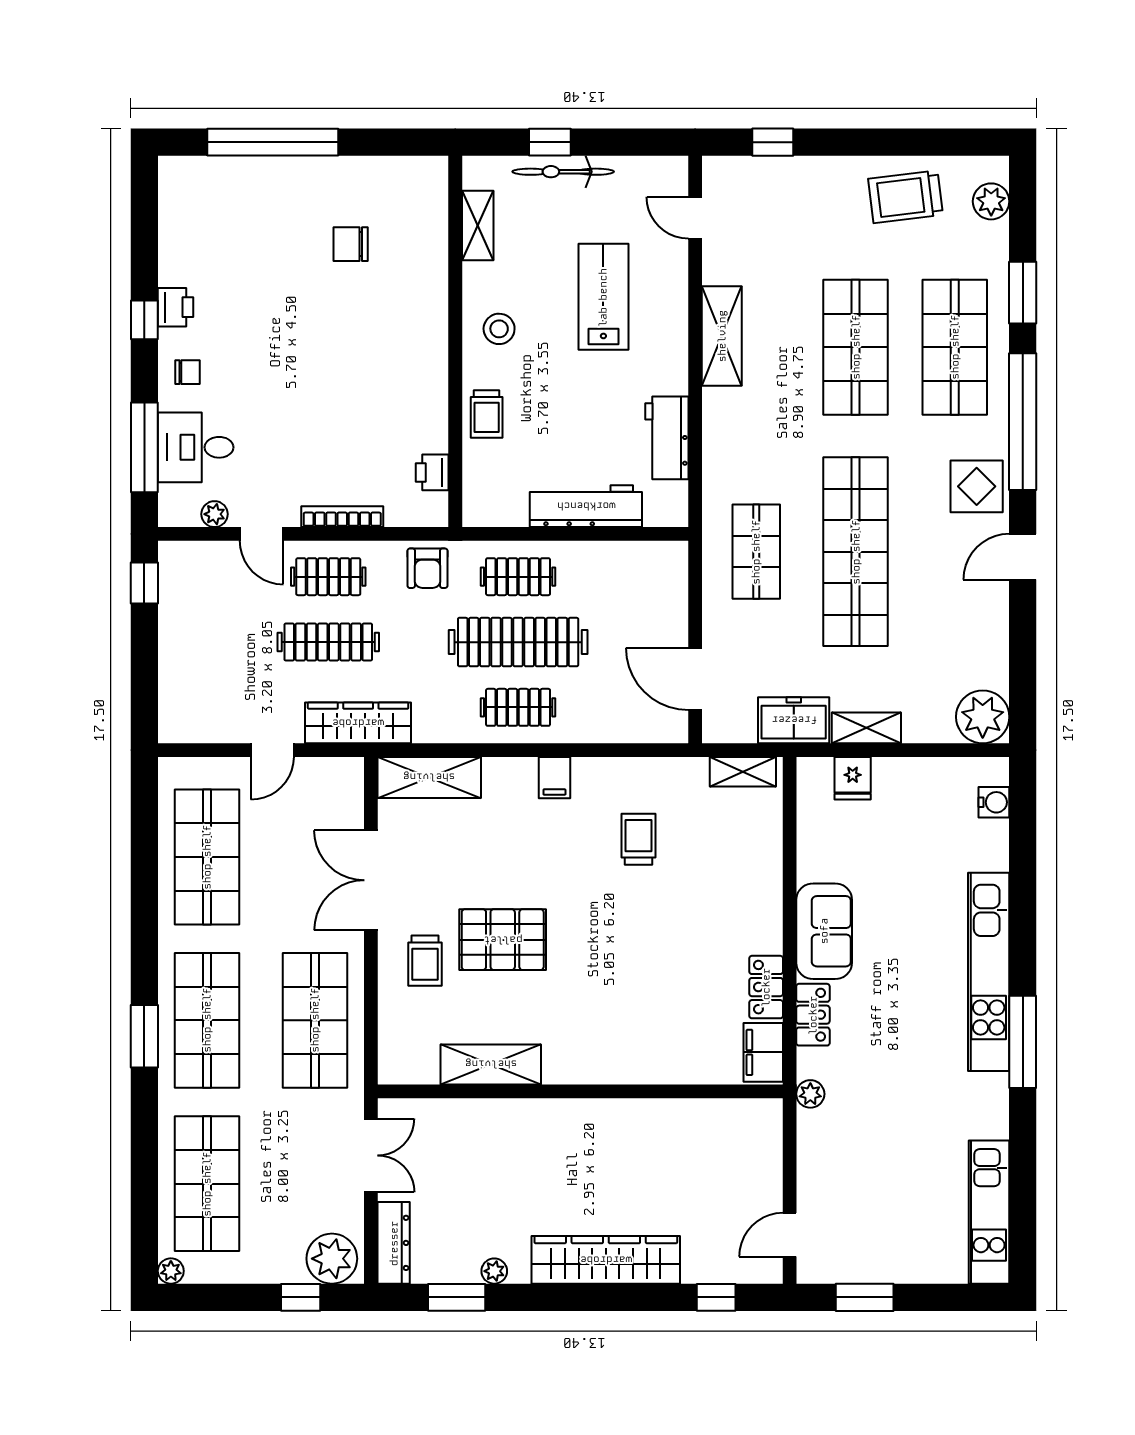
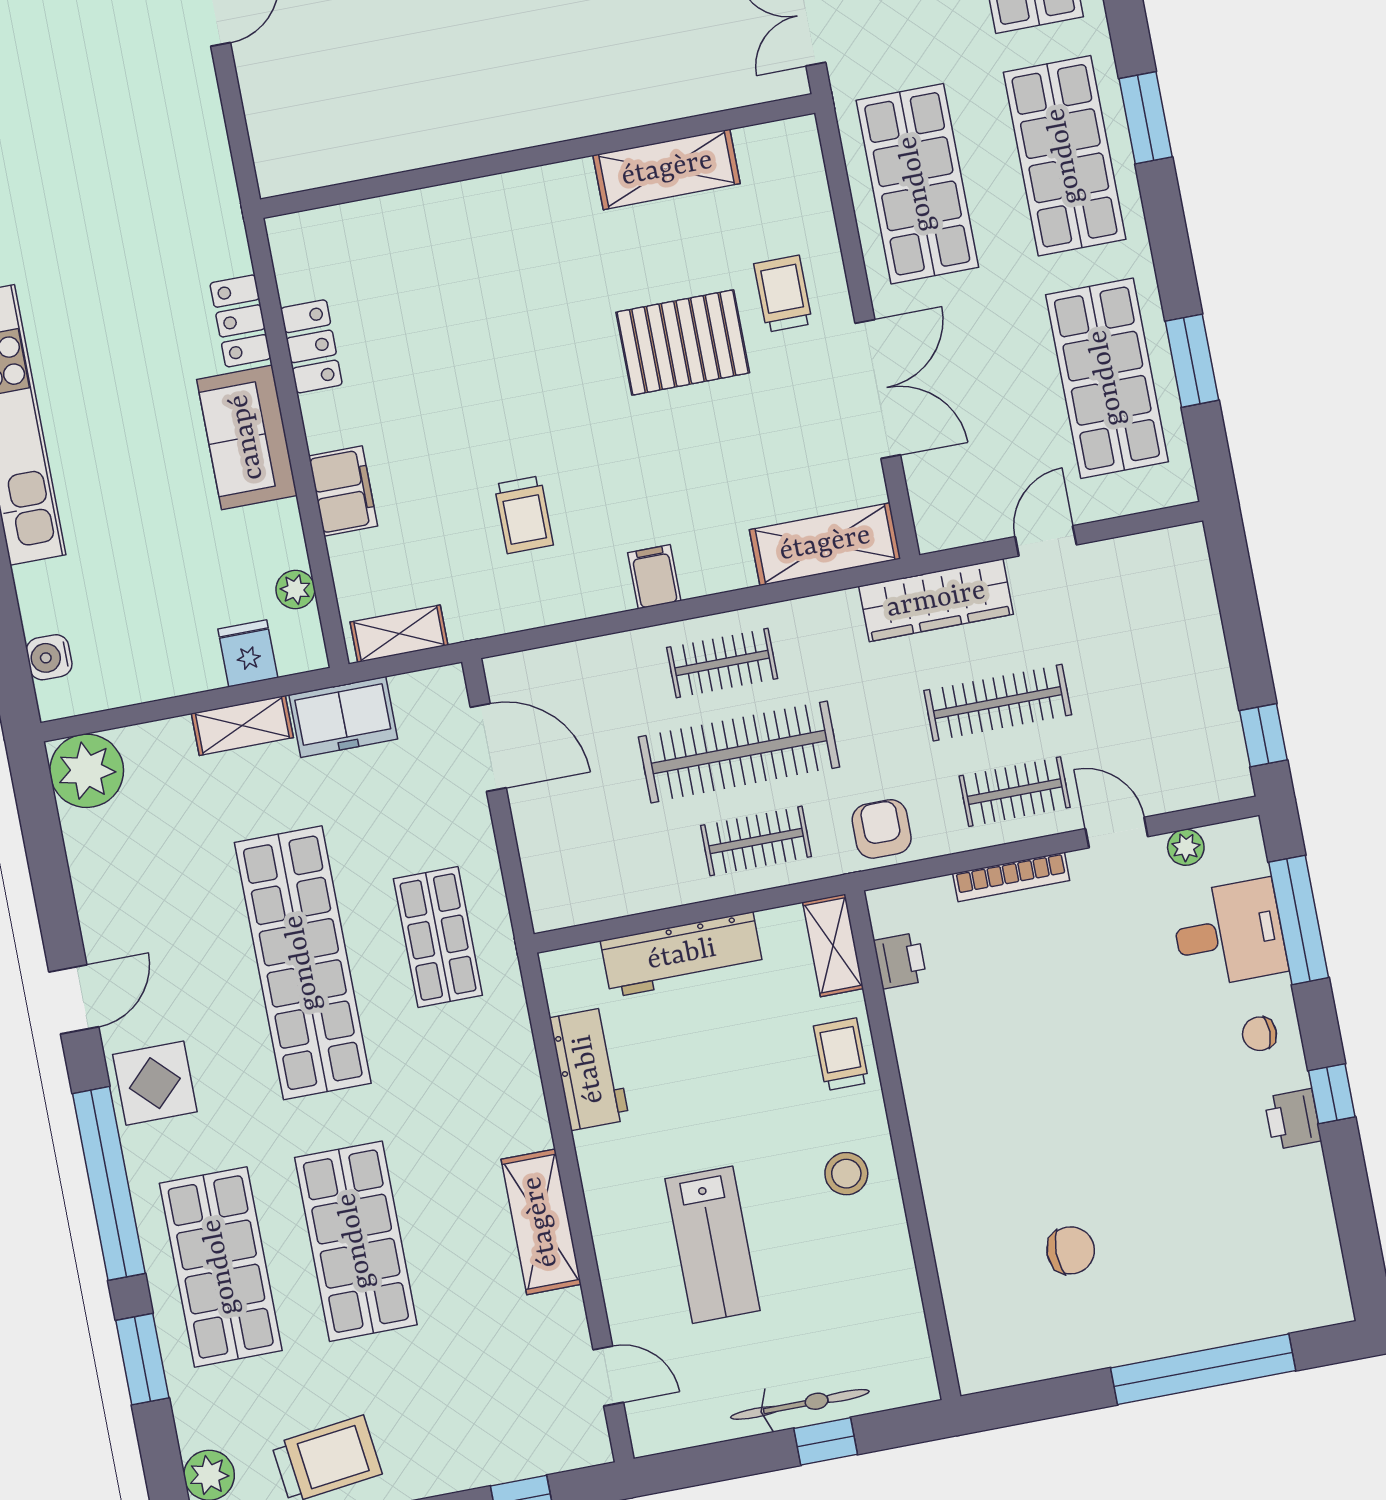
shelving: (478, 225) -> (833, 945), moved
window: (144, 858) -> (1192, 361), added
filing cabinet: (763, 1052) -> (343, 491), moved
plant: (810, 1094) -> (295, 589), moved

